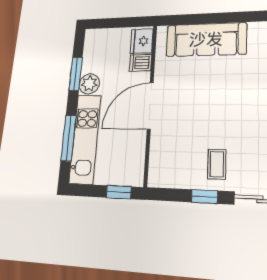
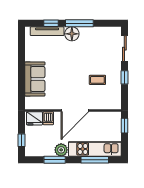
window: (110, 23) -> (22, 140), added
sofa: (206, 39) -> (35, 79), width x0.73
door: (150, 106) -> (75, 111), hinge flipped
coffee table: (217, 164) -> (97, 80), moved

